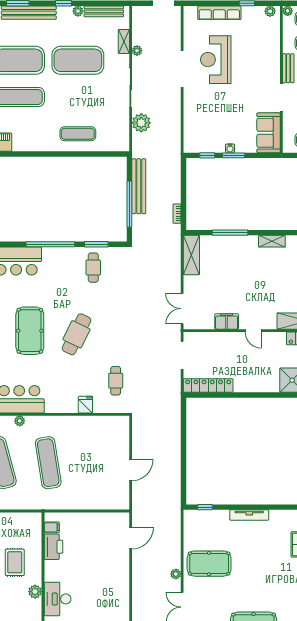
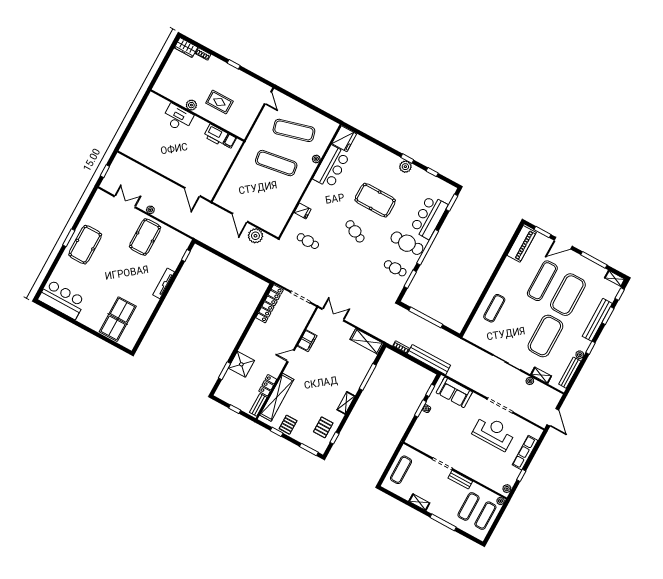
plant: (141, 123) -> (255, 236), moved
sofa: (269, 133) -> (454, 392), moved, turned 180
bench: (139, 186) -> (429, 360), moved
cafe table: (58, 270) -> (407, 243), added
cafe table: (76, 334) -> (355, 231), width x0.73, depth x0.74

